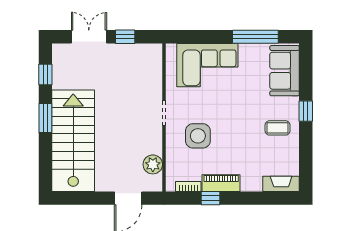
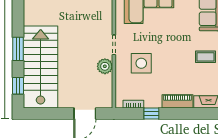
window: (45, 75) -> (18, 86), moved
plant: (153, 164) -> (105, 66), moved
piano: (221, 183) -> (177, 101), moved

